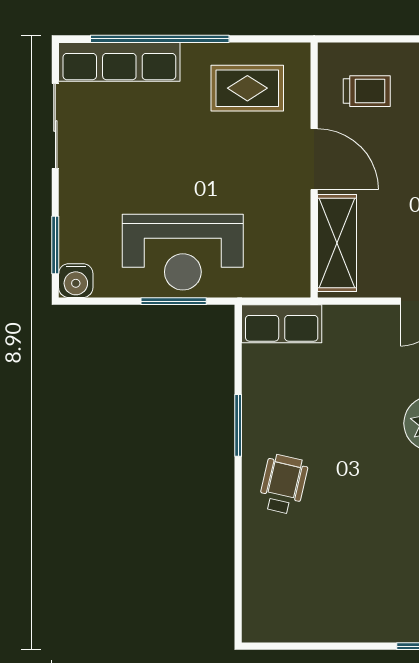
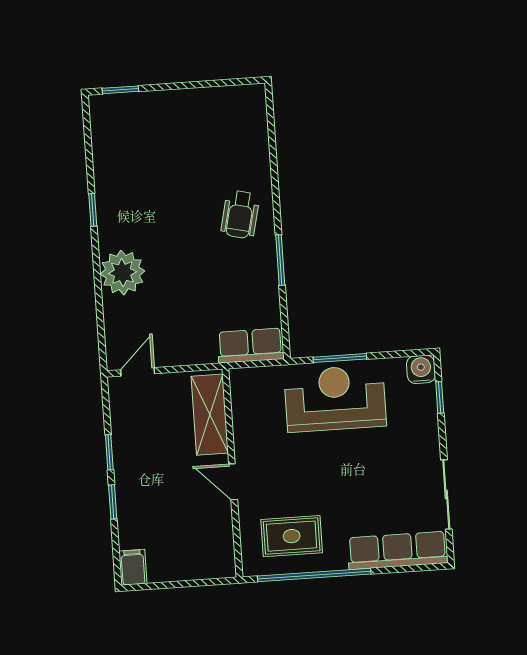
window: (160, 39) -> (314, 575), moved
trolley: (367, 91) -> (194, 540), removed
door: (314, 159) -> (233, 482), width x0.73
window: (55, 245) -> (440, 397), width x0.67

